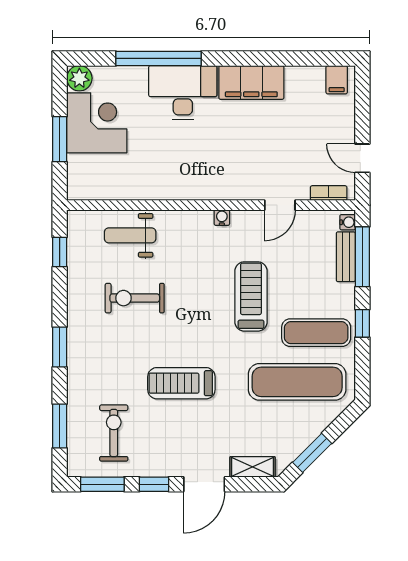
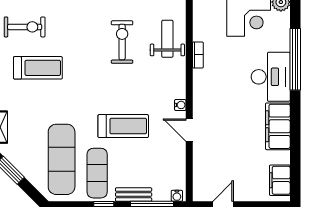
filing cabinet: (337, 80) -> (280, 180), width x2.00
bookcase: (329, 193) -> (198, 55), moved
door: (280, 205) -> (189, 130), moved
bench: (346, 257) -> (134, 195), moved
treadmill: (181, 383) -> (38, 68), moved, turned 90

